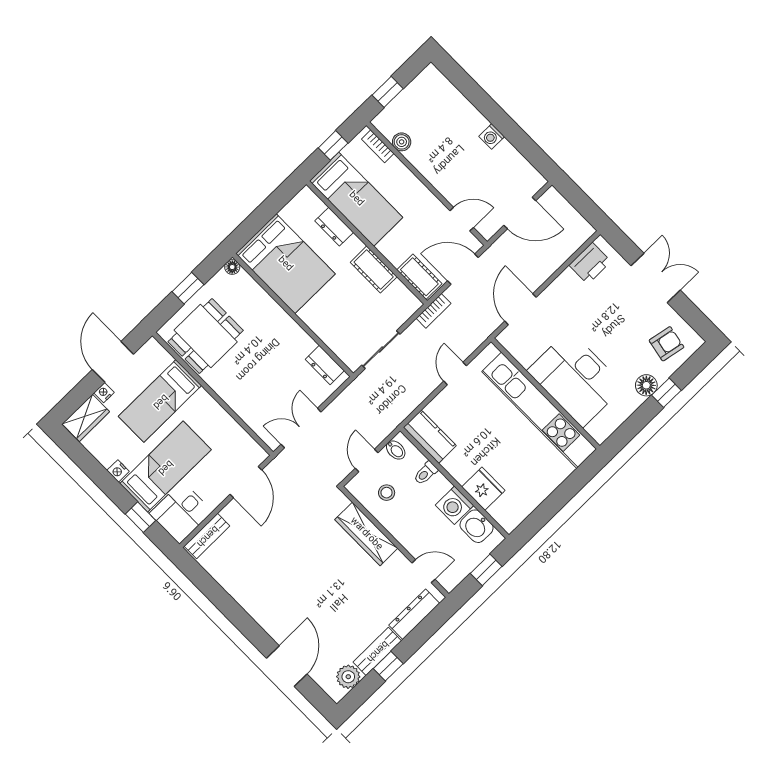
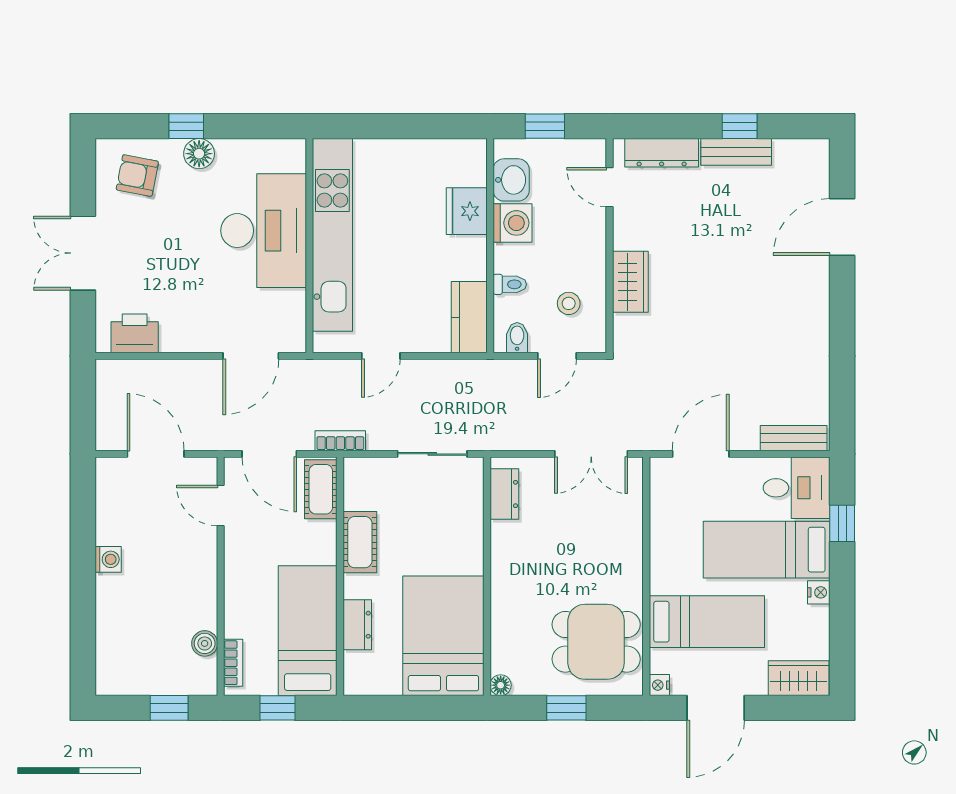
nightstand: (104, 393) -> (659, 685), moved, turned 90
wardrobe: (366, 534) -> (630, 282), width x0.67
plant: (348, 677) -> (791, 155), removed

